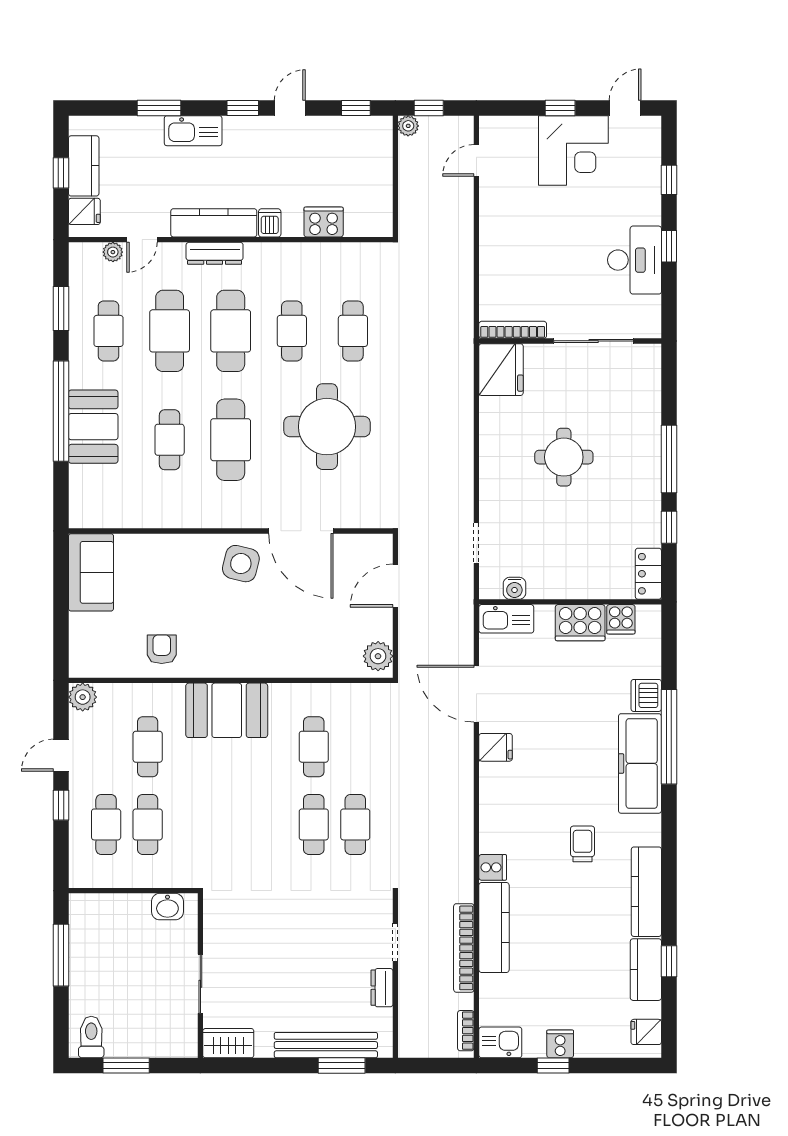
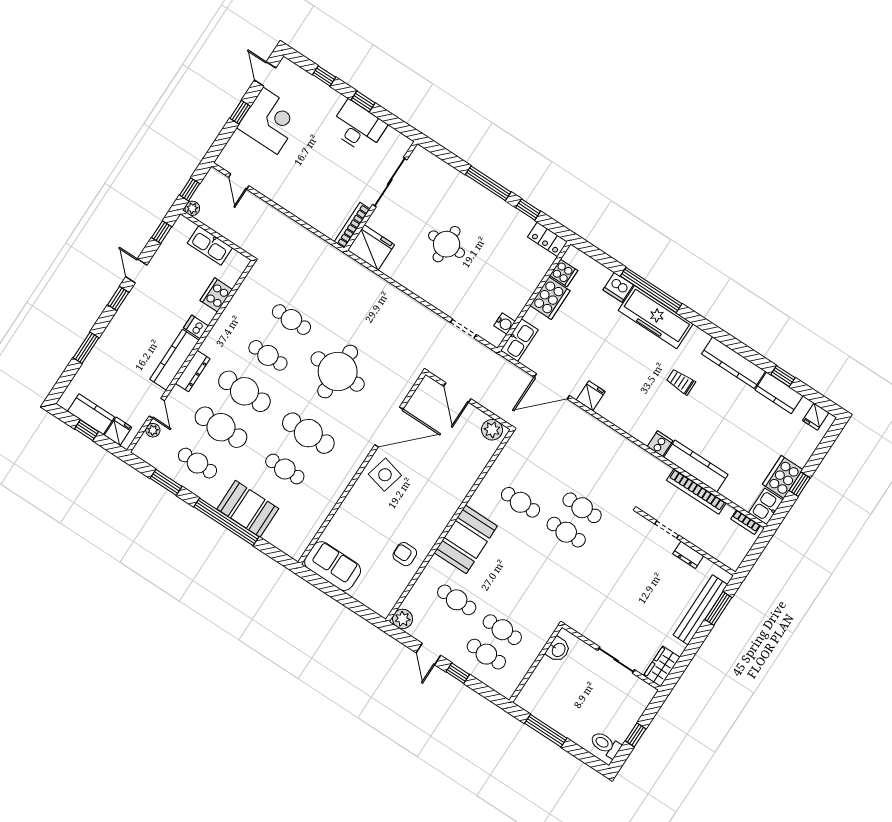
kitchen sink: (193, 131) -> (210, 245), moved, turned 90
cooker: (560, 1044) -> (783, 477), width x1.87, depth x1.31
window: (126, 1065) -> (636, 735), width x0.67

